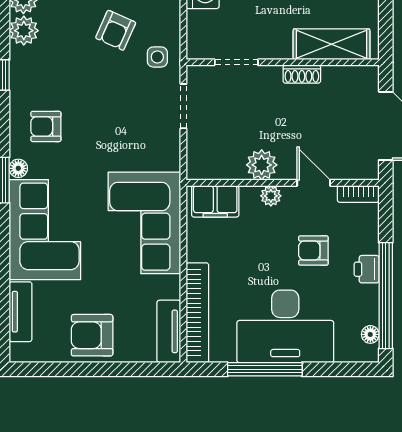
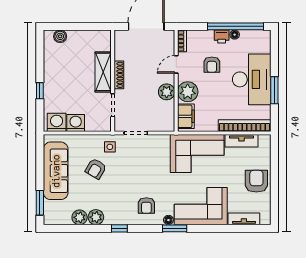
armchair: (116, 30) -> (96, 169), turned 97
shelving: (331, 44) -> (103, 72), moved
shoe rack: (302, 74) -> (119, 75), width x1.43
plant: (271, 196) -> (188, 92), width x1.88, depth x1.88
tv unit: (169, 331) -> (242, 141), moved
floor lamp: (370, 334) -> (235, 35), moved
armchair: (92, 335) -> (256, 181), turned 180
window: (265, 369) -> (274, 90), width x0.69

